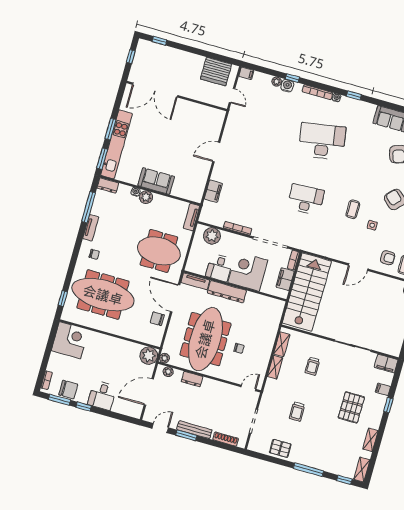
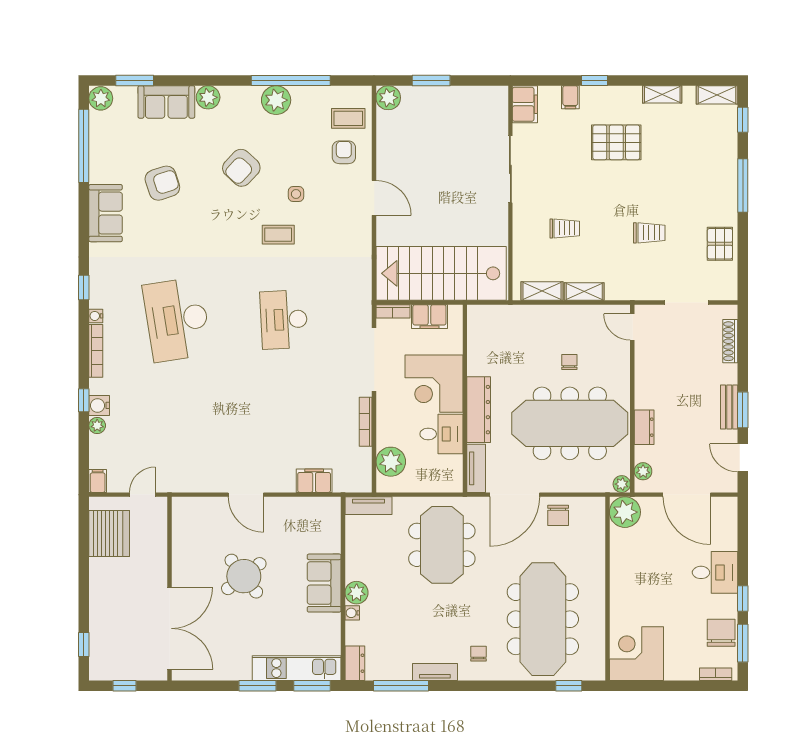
round table: (172, 138) -> (244, 576), added
kitchen unit: (116, 144) -> (297, 668), width x0.73
bench: (194, 430) -> (729, 407), width x0.73

